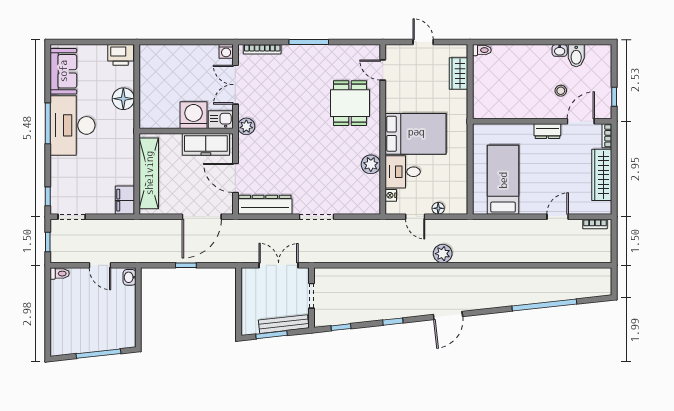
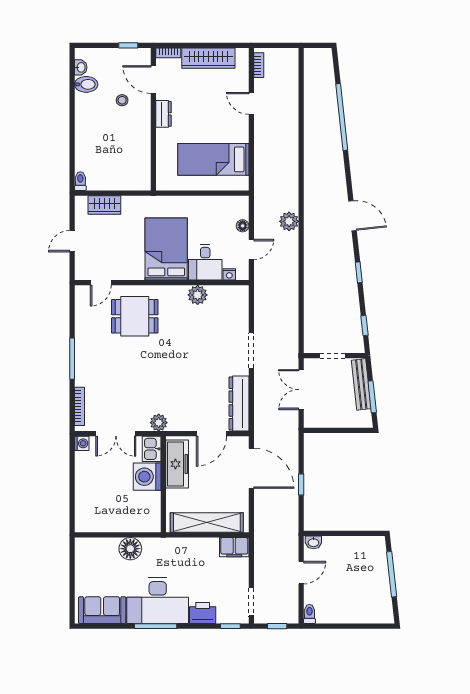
washbasin: (560, 50) -> (81, 67), moved
printer: (121, 55) -> (203, 613), moved, turned -90

